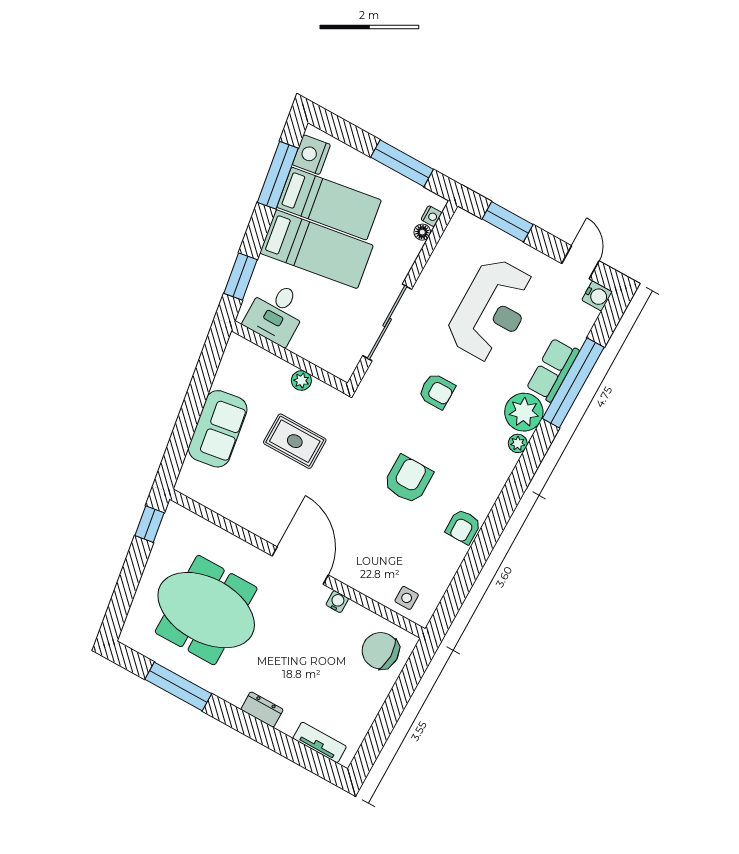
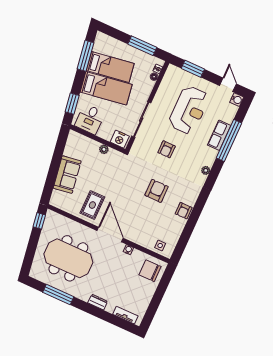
nightstand: (311, 155) -> (120, 139), moved, turned -81
armchair: (437, 391) -> (167, 149), turned 90
plant: (524, 412) -> (207, 156), removed
rug: (295, 441) -> (92, 205), moved, turned 90

